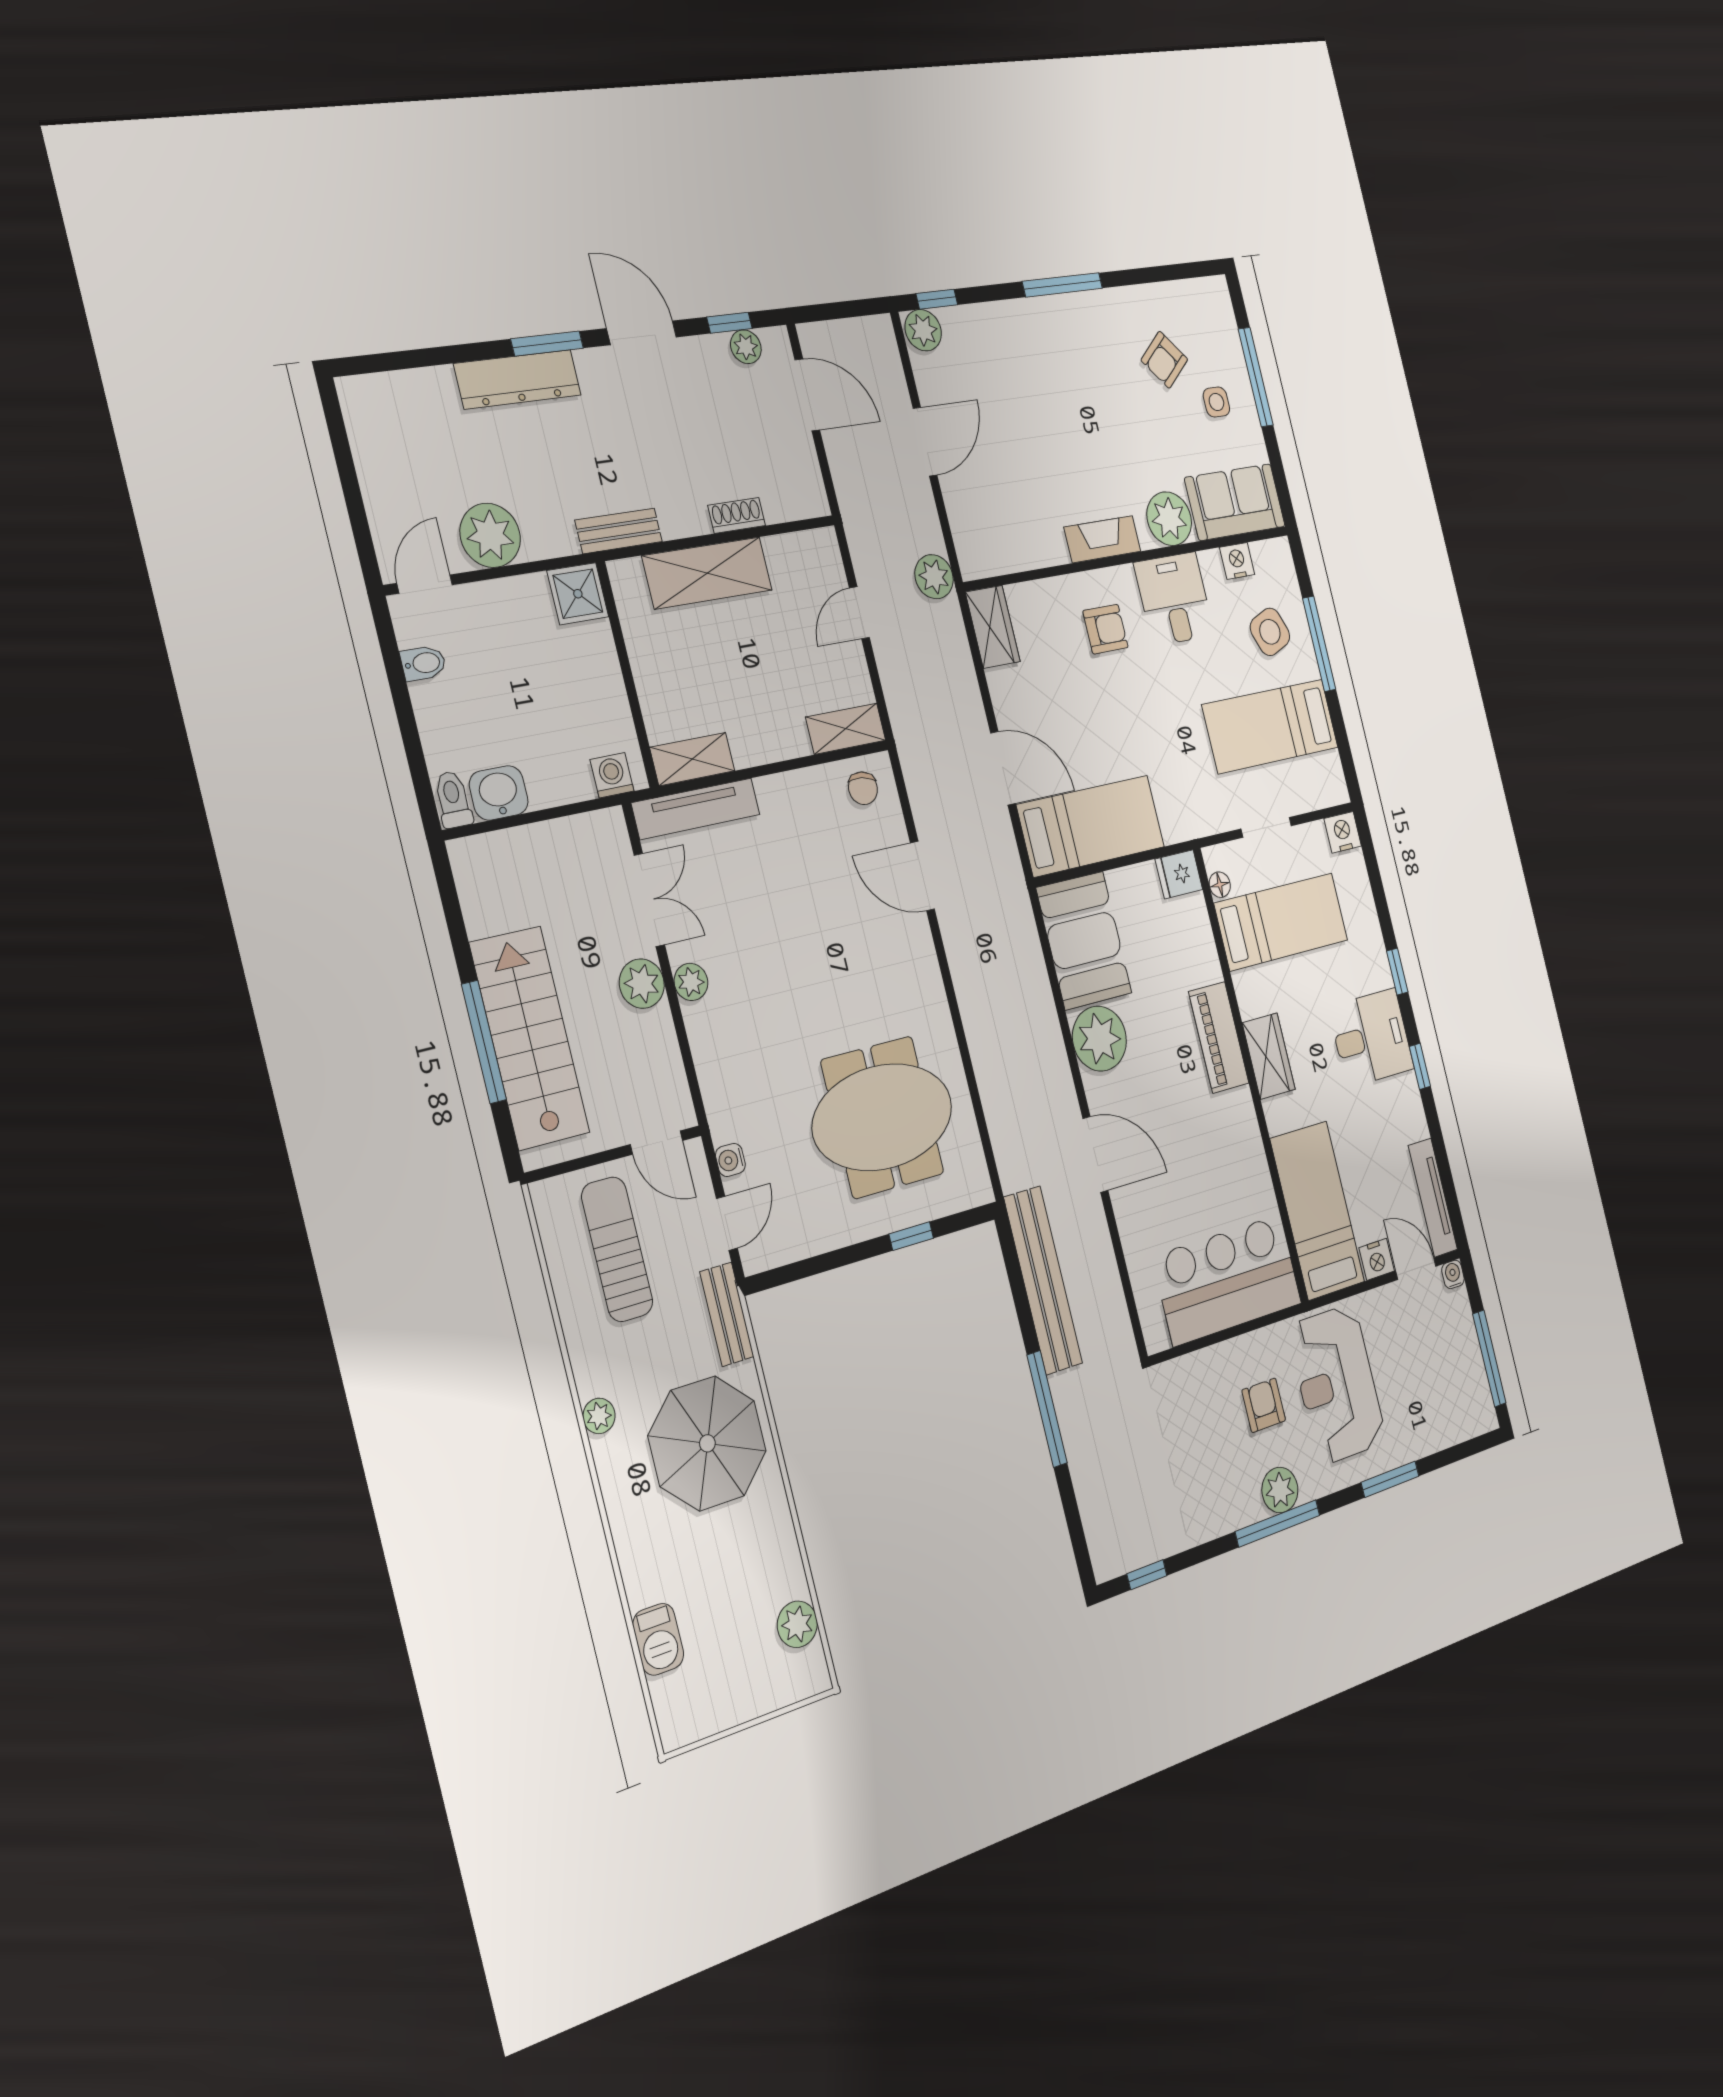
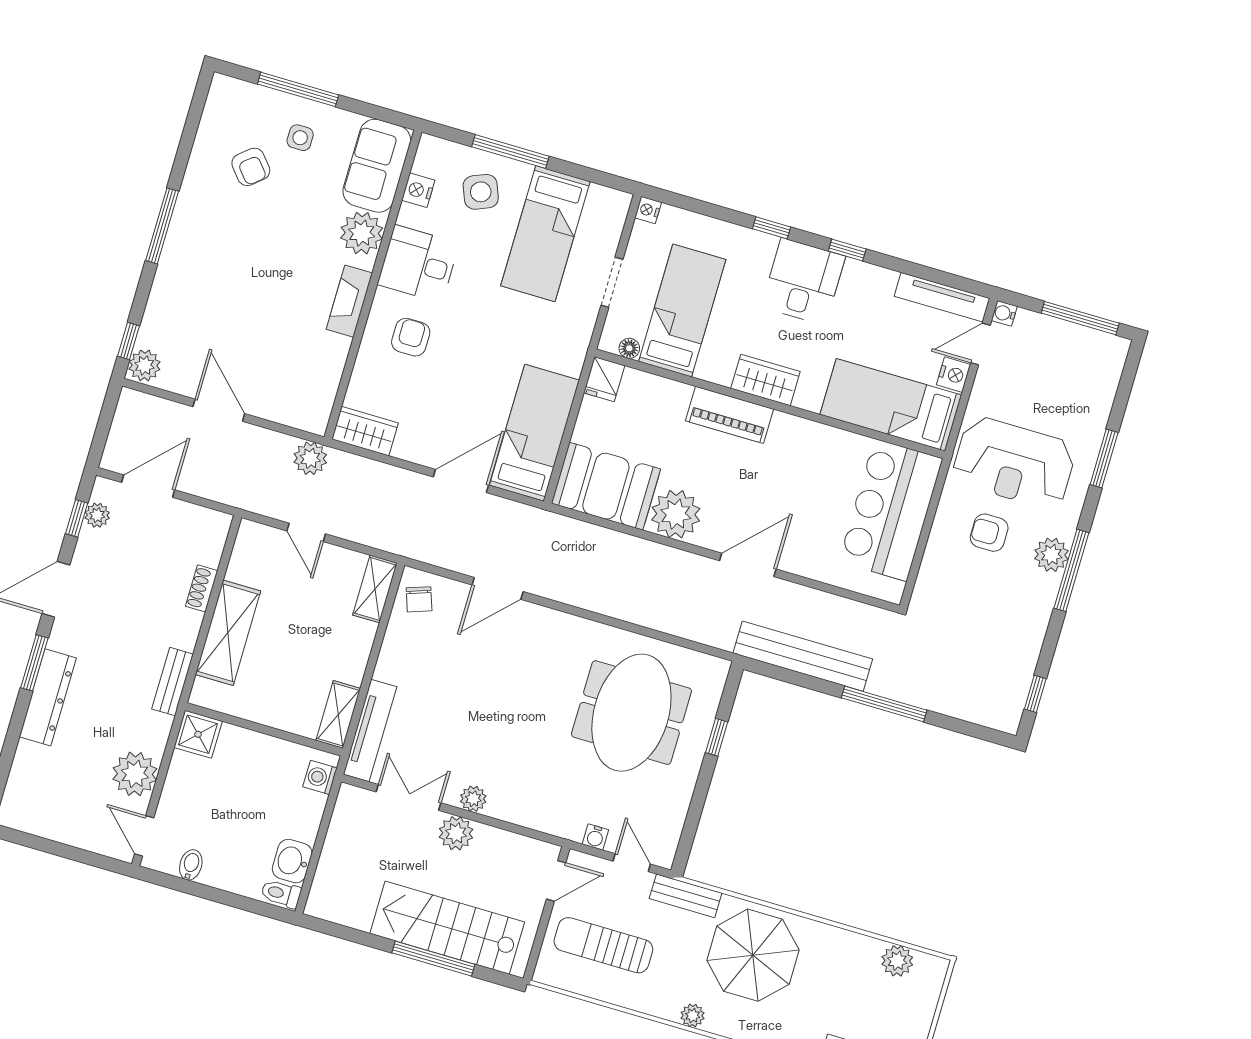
chair: (863, 788) -> (419, 599), turned 63
nightstand: (1343, 832) -> (648, 210), width x0.72, depth x0.74

